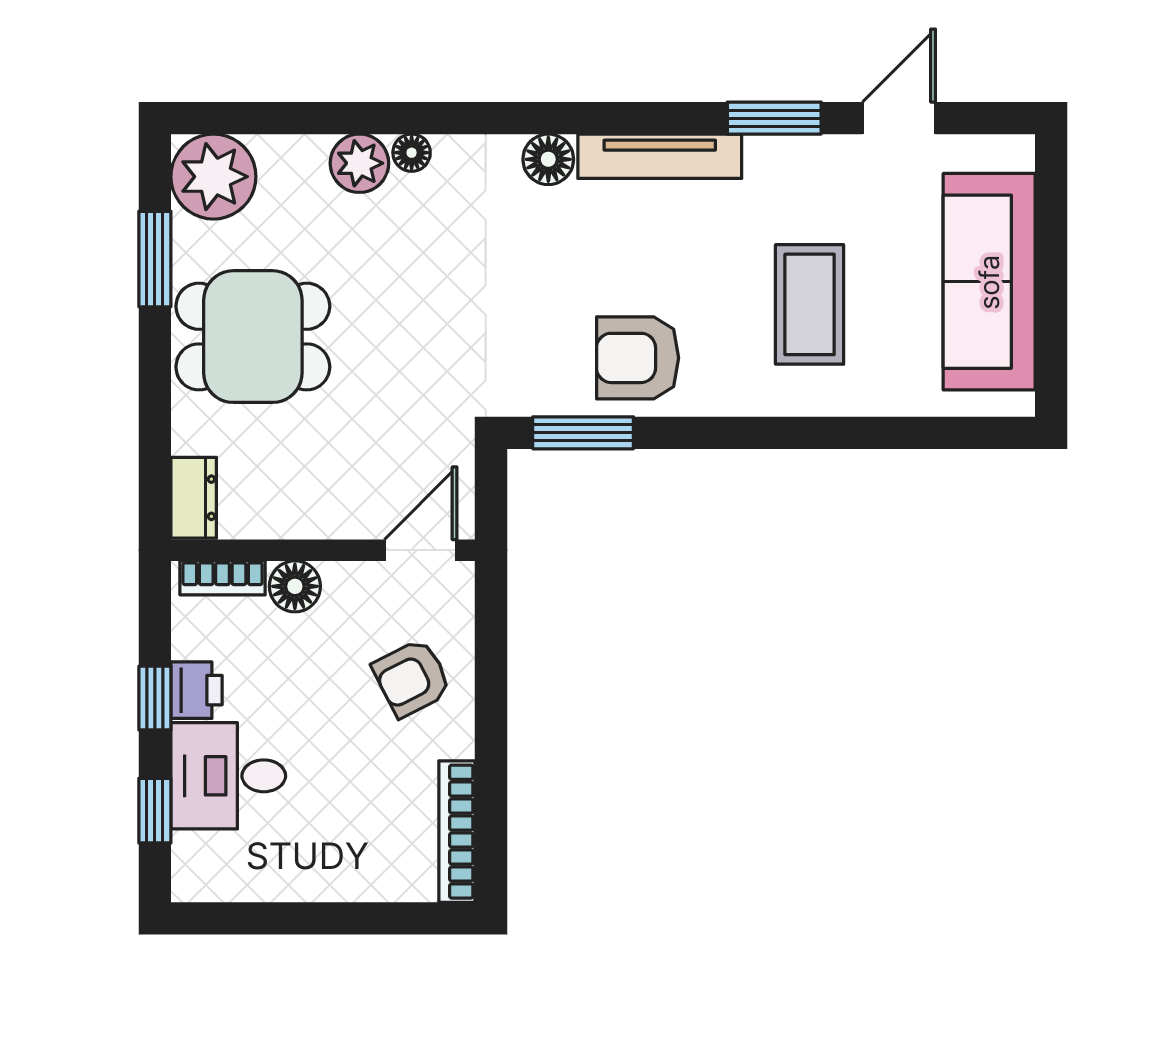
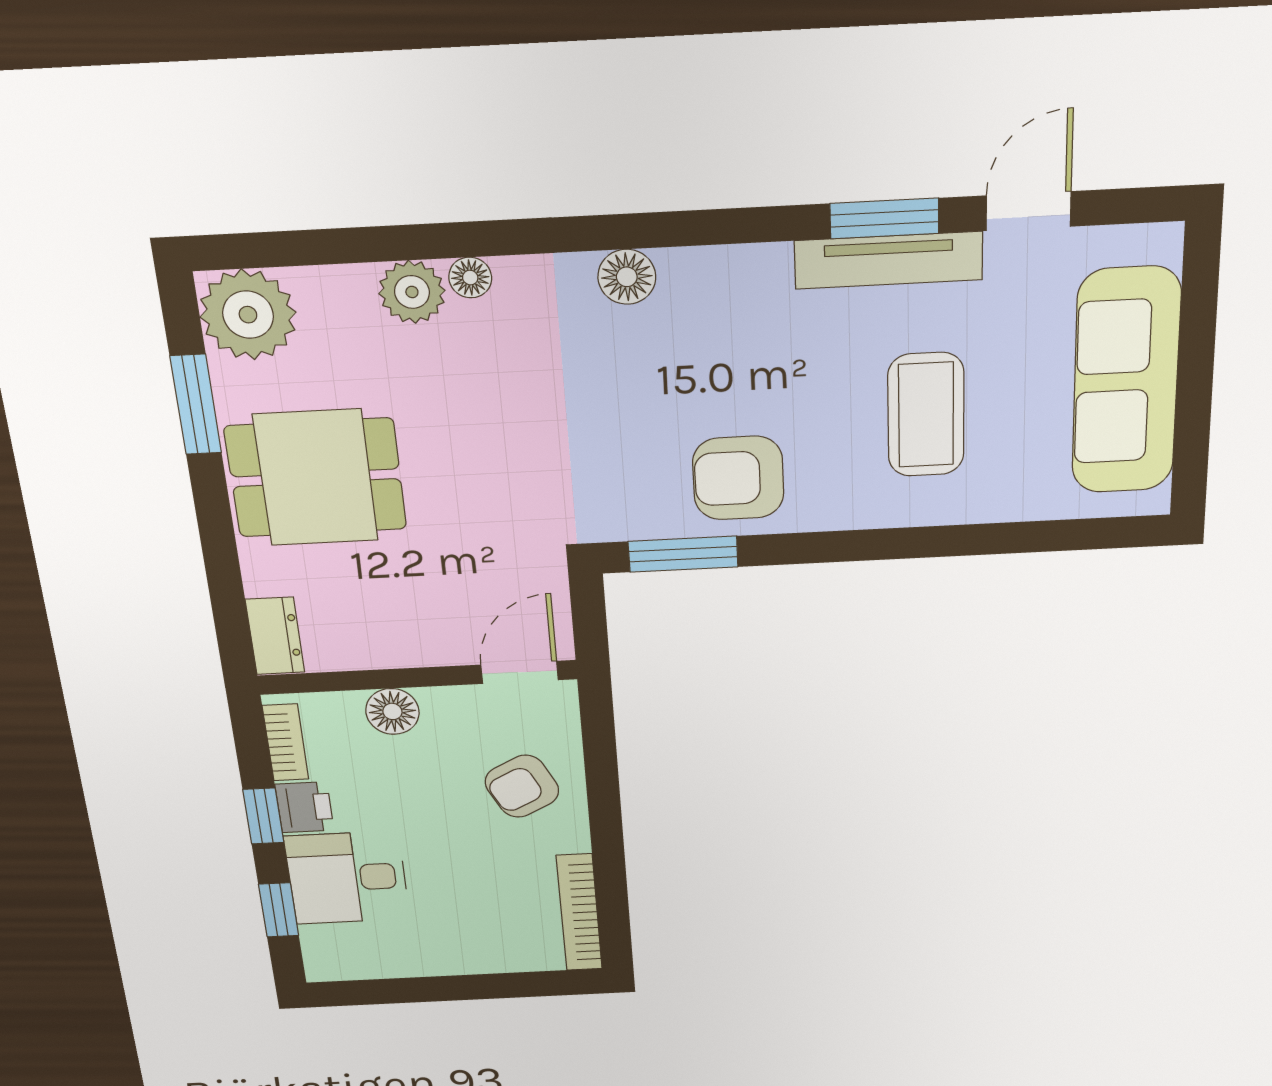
tv unit: (660, 156) -> (889, 260), moved
bookcase: (223, 578) -> (286, 742), moved, turned -90

